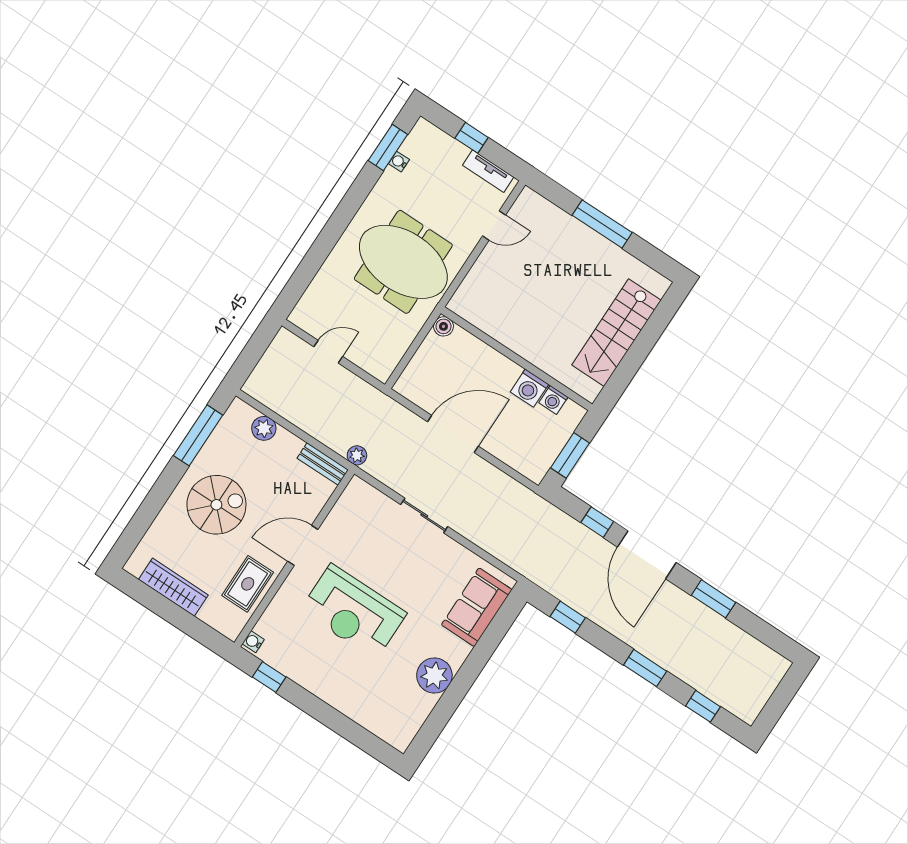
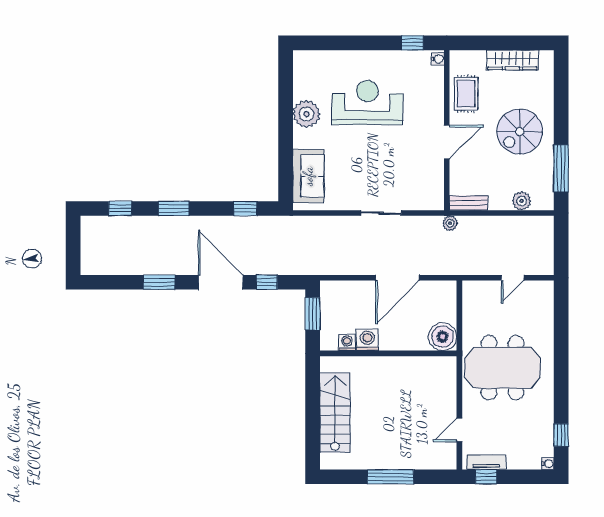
window: (472, 138) -> (486, 477), moved
window: (388, 147) -> (561, 435), width x0.67
water cooler: (399, 162) -> (548, 464), moved
boiler: (444, 326) -> (443, 337), width x1.86, depth x1.86
reception desk: (353, 612) -> (367, 103), moved

